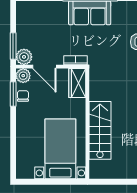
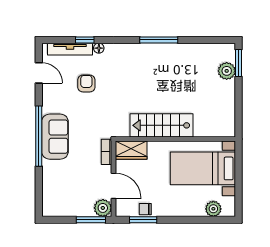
door: (44, 67) -> (113, 186), hinge flipped
plant: (23, 76) -> (213, 209), moved
stairs: (100, 130) -> (161, 125), moved

